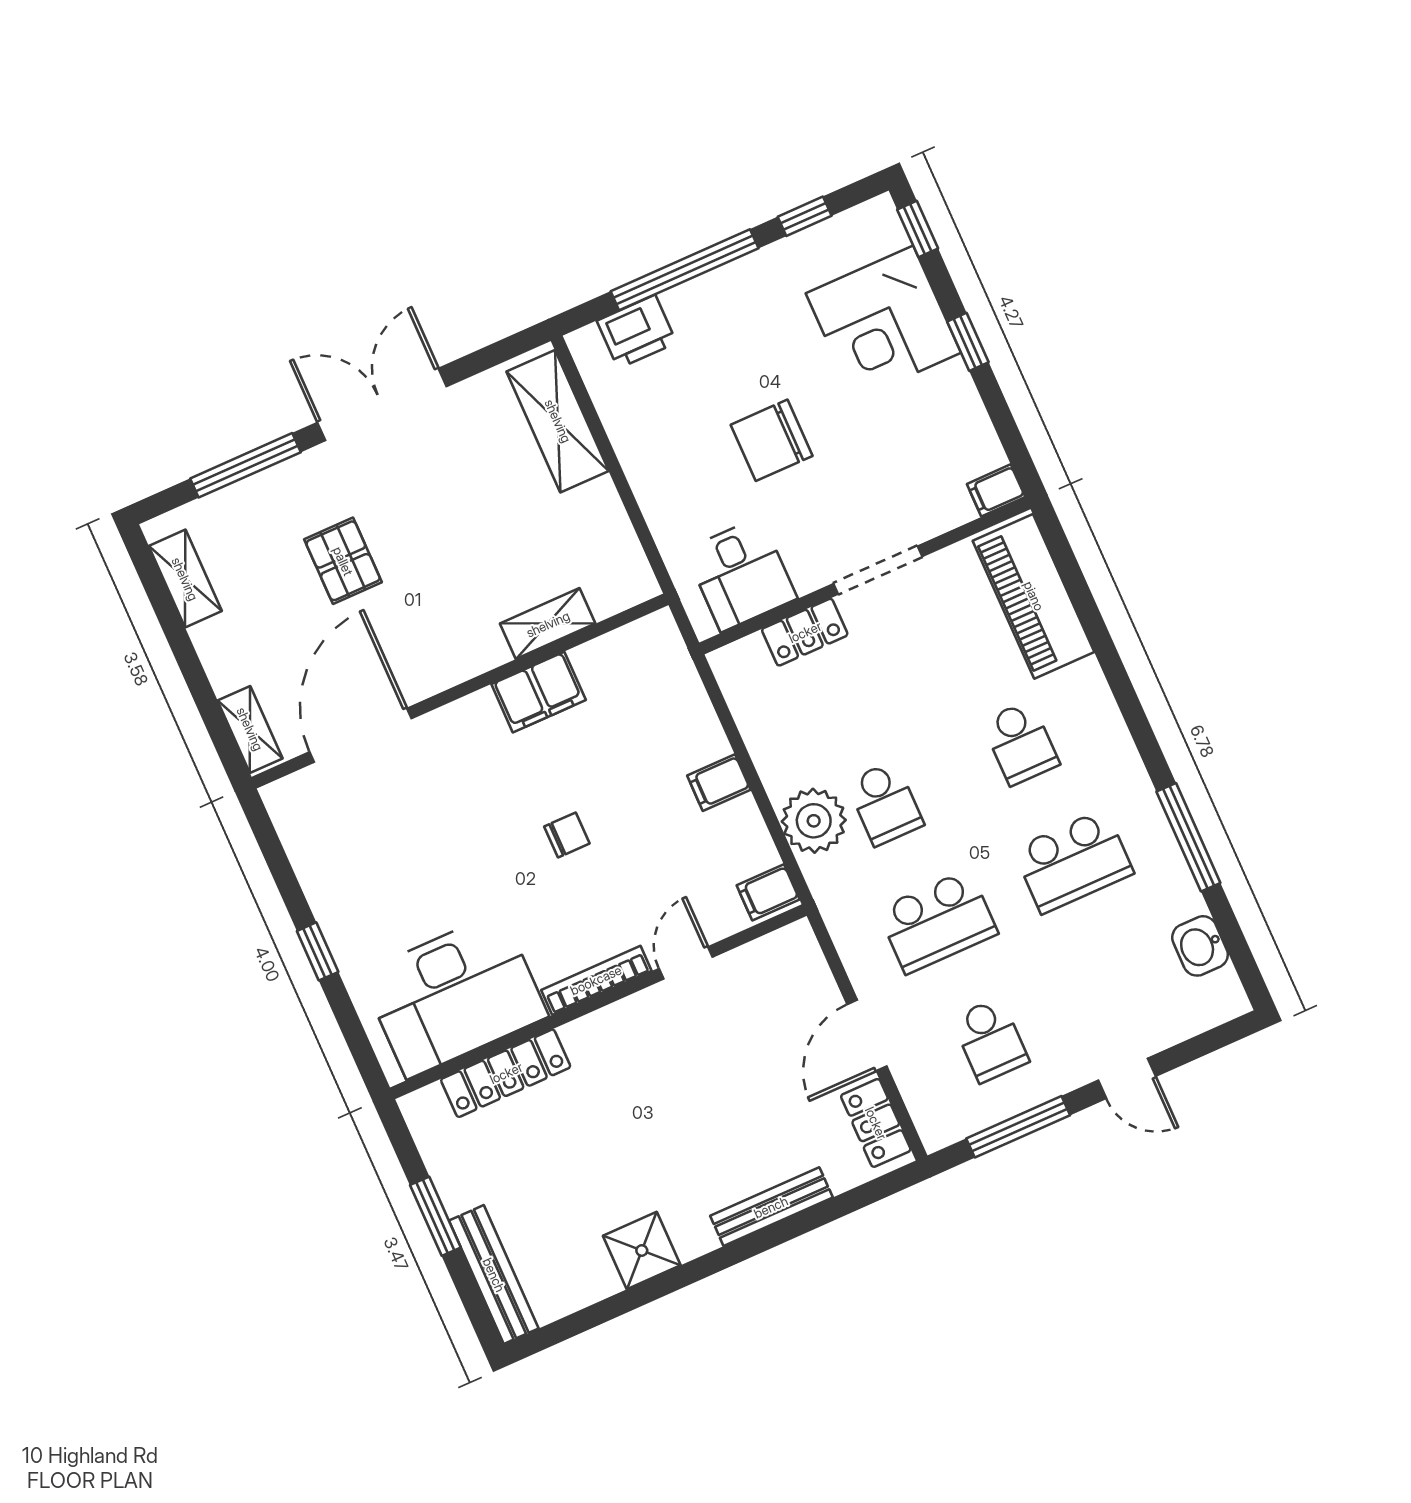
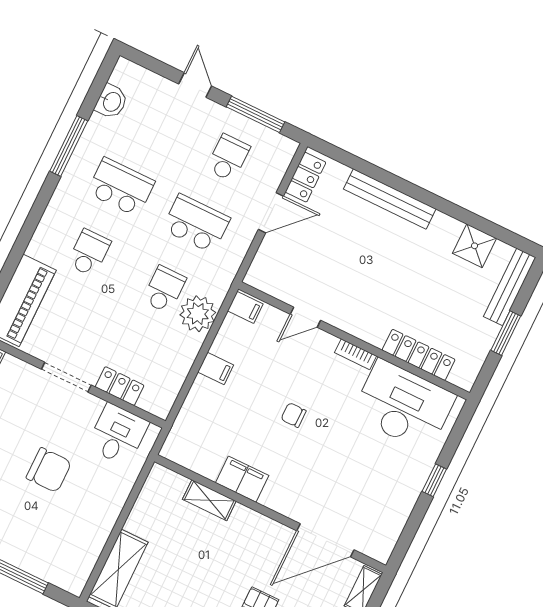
printer: (637, 332) -> (51, 568), removed
bookcase: (596, 980) -> (355, 354), width x0.64
bench: (771, 1207) -> (390, 199), width x1.37, depth x1.21
shower: (642, 1251) -> (475, 246), moved

